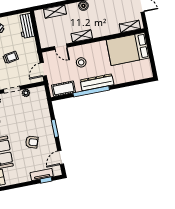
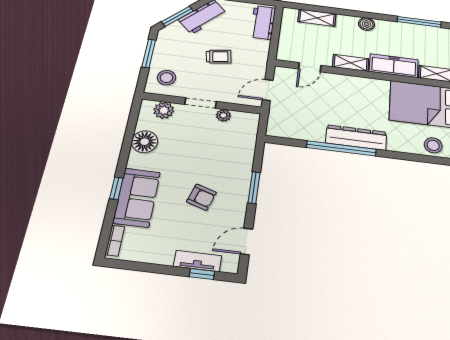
freezer: (105, 29) -> (394, 66), added
door: (61, 47) -> (310, 67), hinge flipped
stool: (81, 62) -> (433, 145), moved
cot: (64, 89) -> (293, 129), removed

